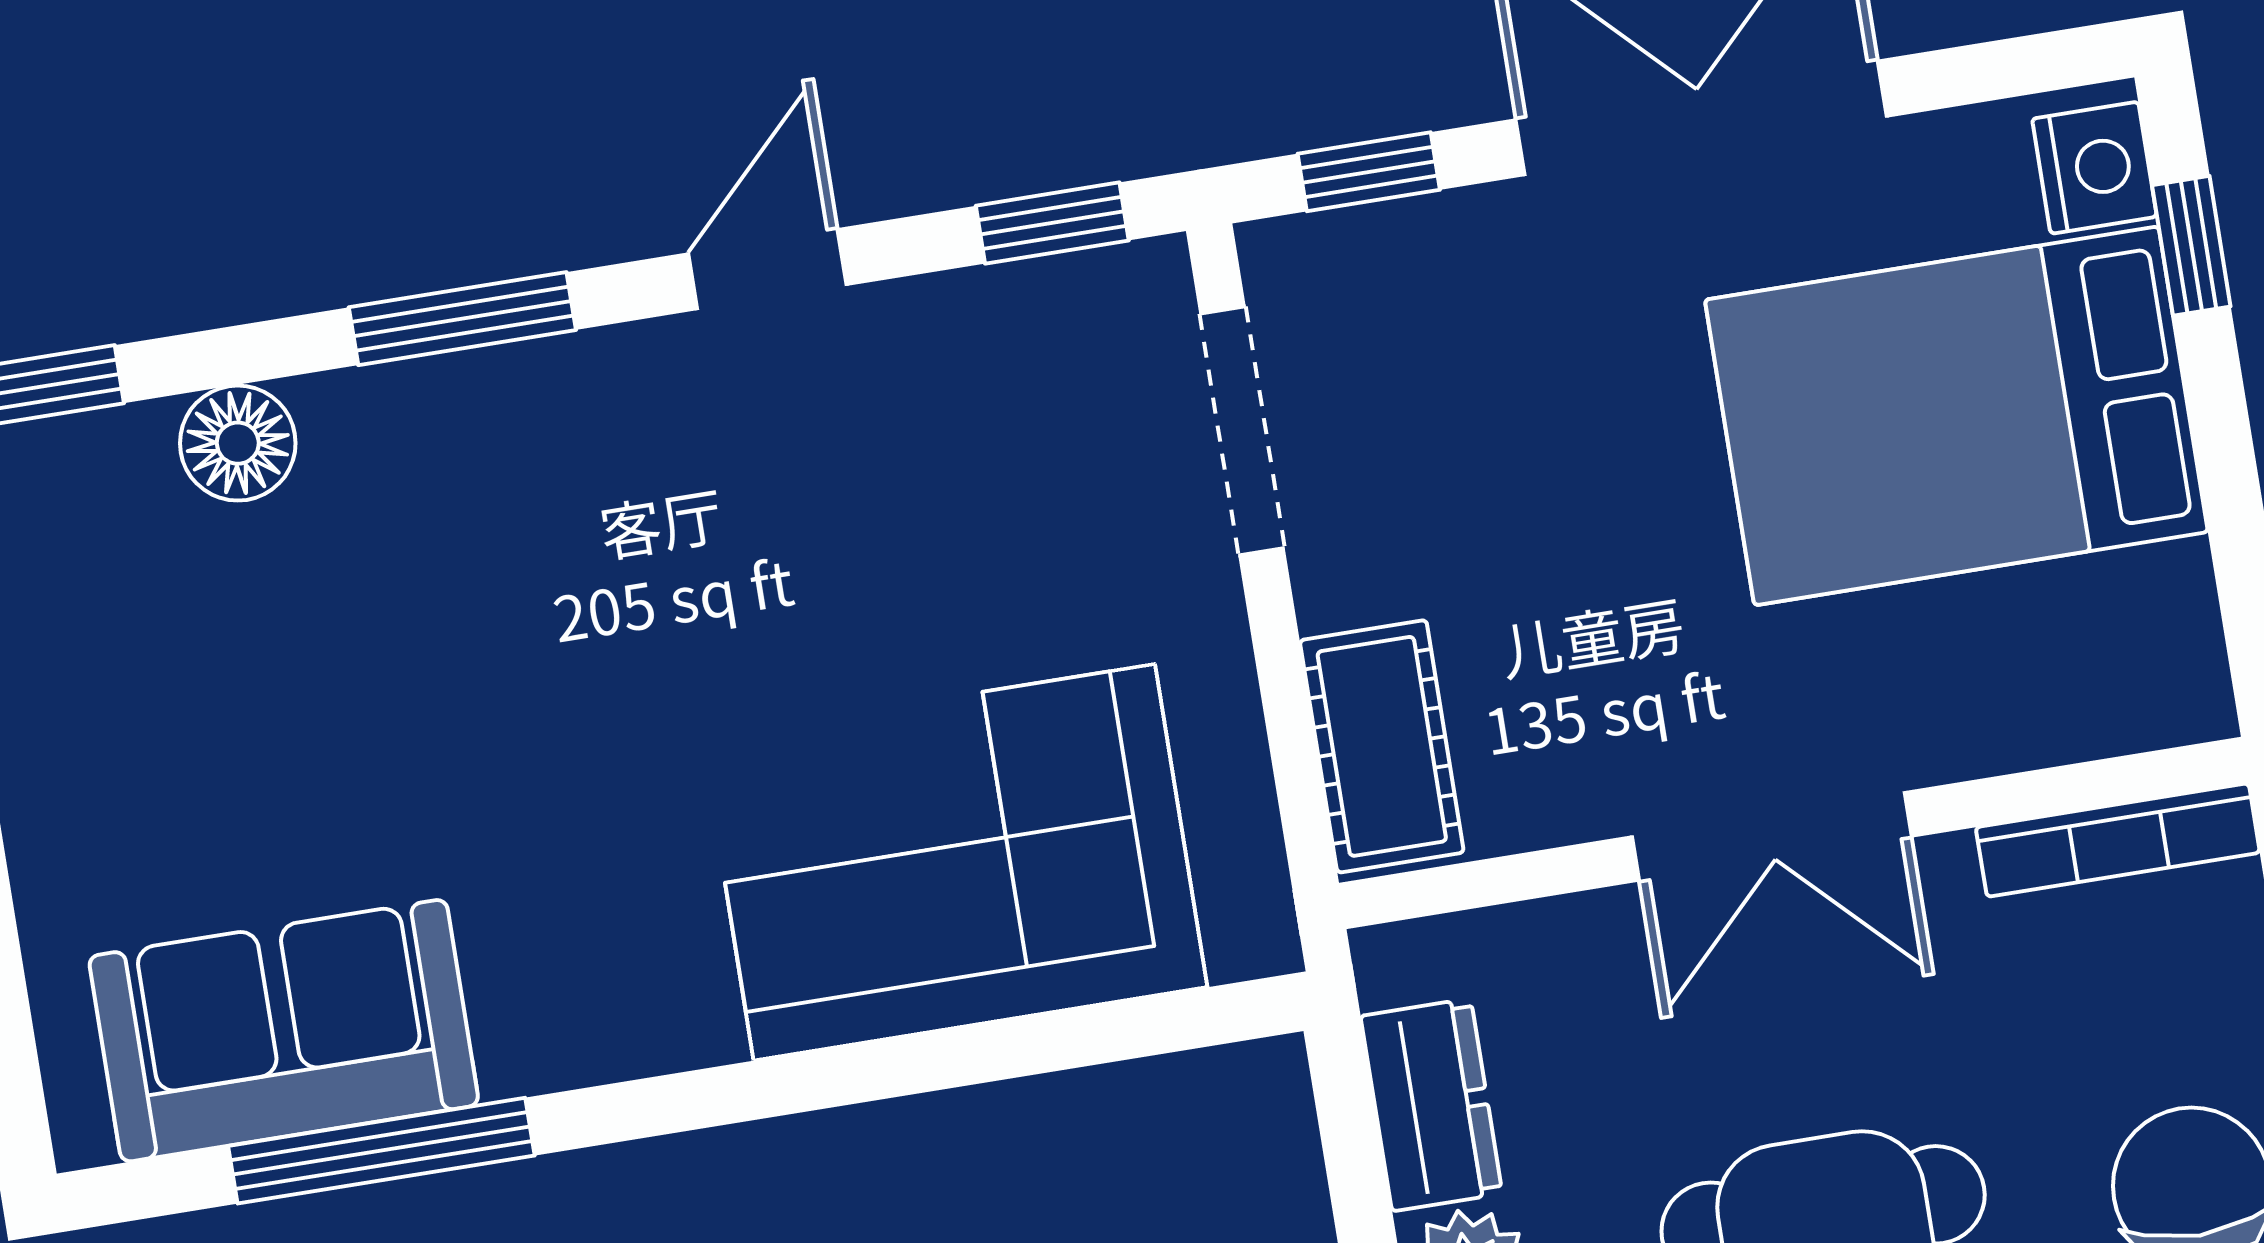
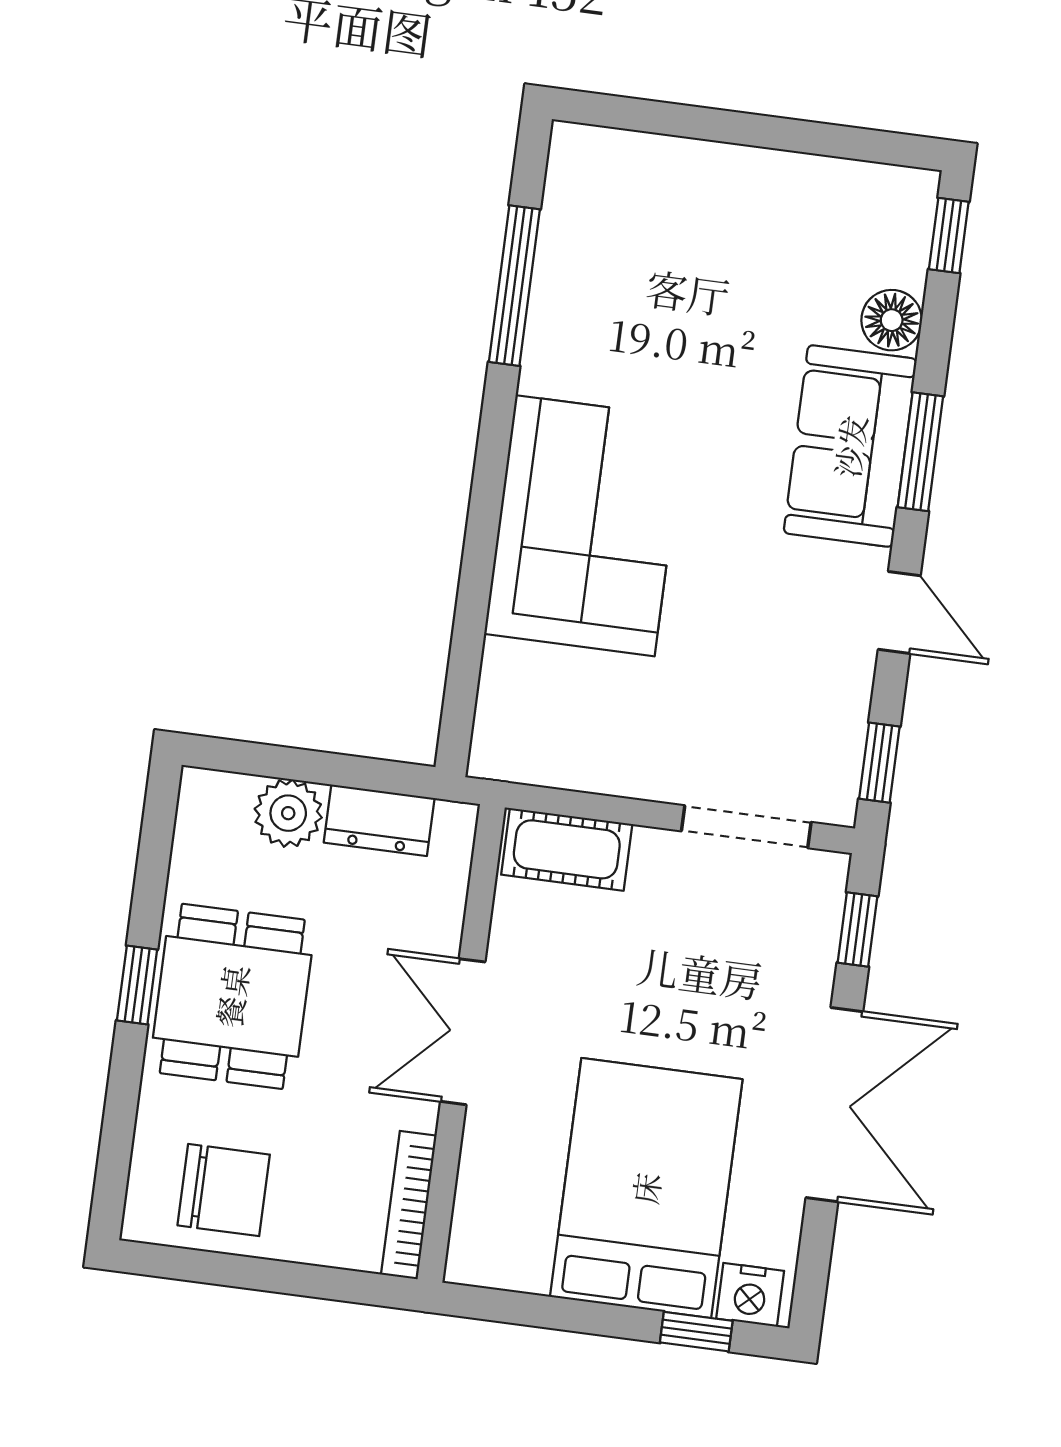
corner sofa: (954, 862) -> (585, 526), moved
sofa: (284, 1031) -> (850, 446), moved, turned 180

